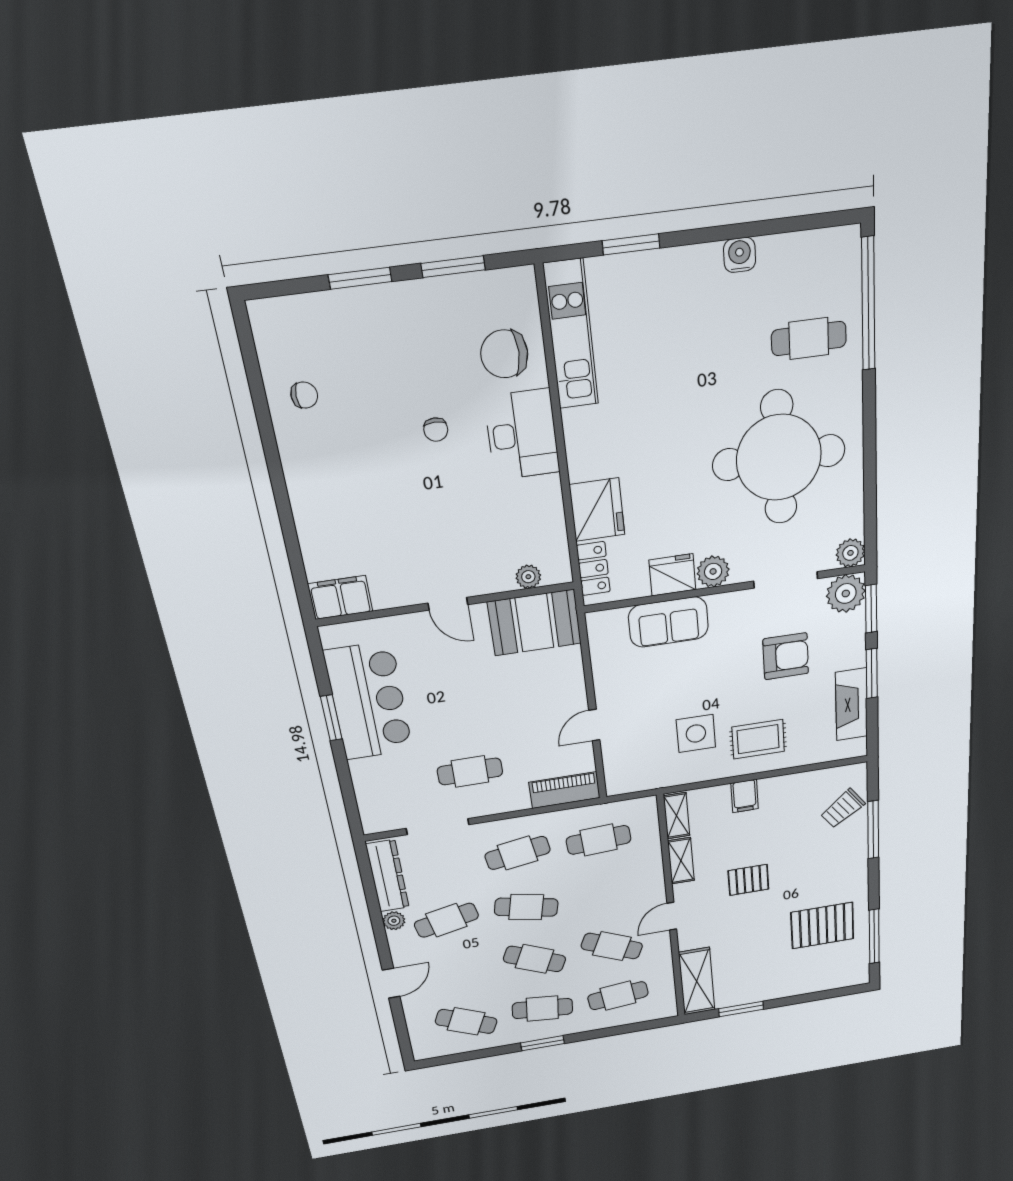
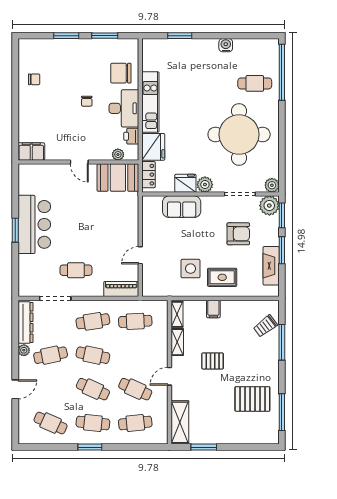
kitchen unit: (571, 335) -> (150, 102), moved
printer: (546, 494) -> (131, 136), added
plant: (528, 577) -> (118, 155), moved
filing cabinet: (340, 598) -> (31, 152), moved
wall: (446, 604) -> (78, 162), moved
door: (448, 604) -> (79, 162), moved
booth: (535, 623) -> (118, 178), moved

